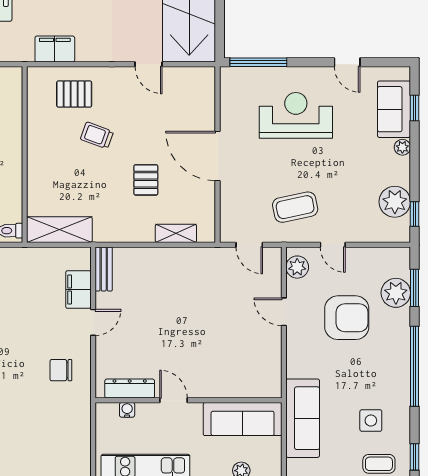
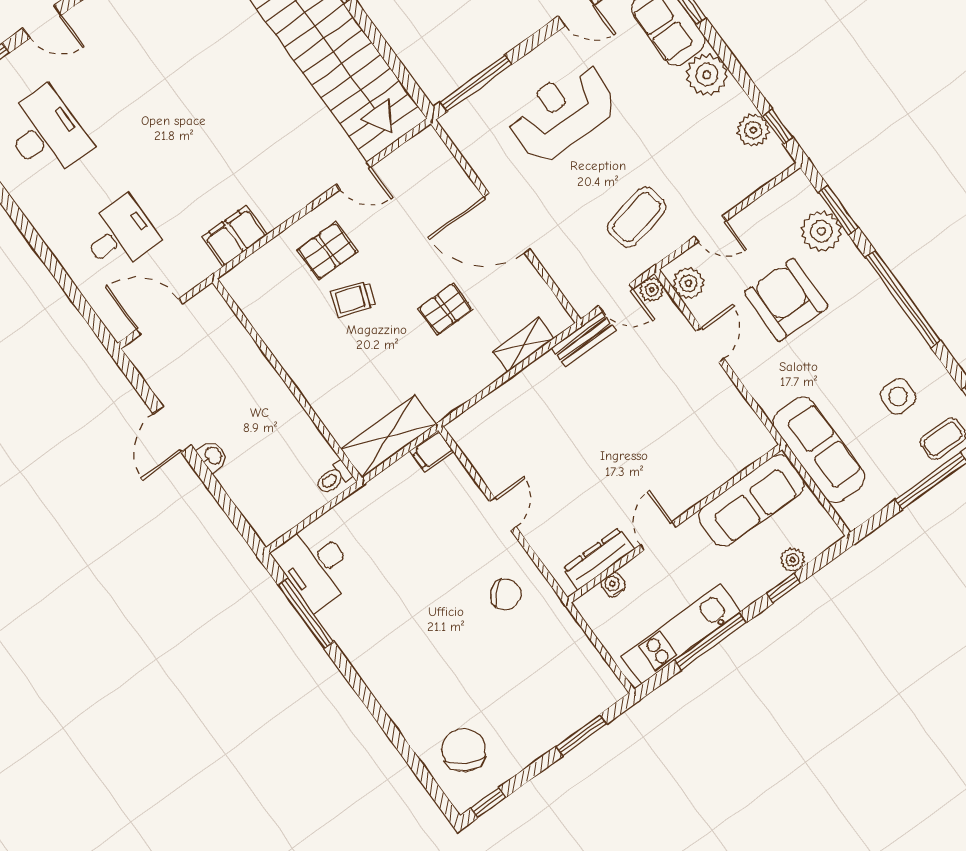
pallet: (74, 94) -> (327, 251), moved
plant: (402, 147) -> (707, 75), width x1.88, depth x1.88
pallet: (146, 180) -> (445, 309), turned 90
plant: (395, 202) -> (753, 130), width x0.73, depth x0.73
plant: (273, 255) -> (652, 290), added
bench: (104, 269) -> (584, 339), moved, turned 90
filing cabinet: (78, 290) -> (432, 451), moved, width x0.50
door: (284, 312) -> (710, 345), swing flipped
armchair: (347, 318) -> (786, 300), turned -89
chair: (61, 370) -> (506, 594), turned -133
door: (173, 400) -> (658, 536), hinge flipped

